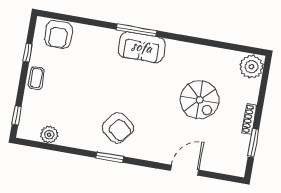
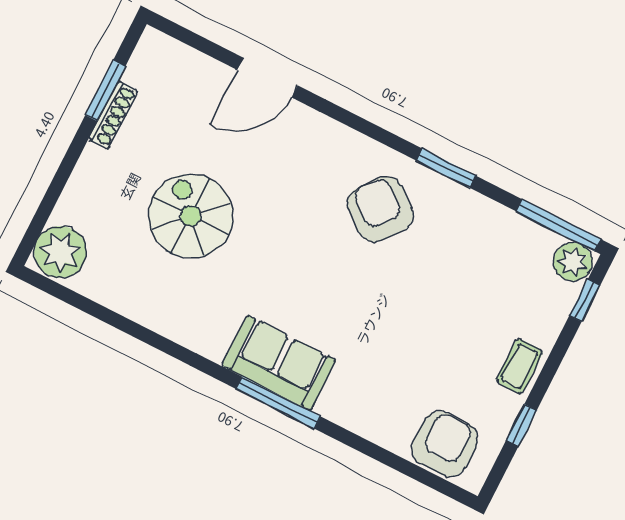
shoe rack: (249, 119) -> (113, 115), moved
plant: (49, 135) -> (573, 262), moved
window: (38, 145) -> (558, 225), added
window: (110, 157) -> (446, 168), moved

